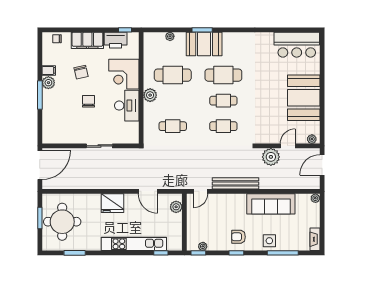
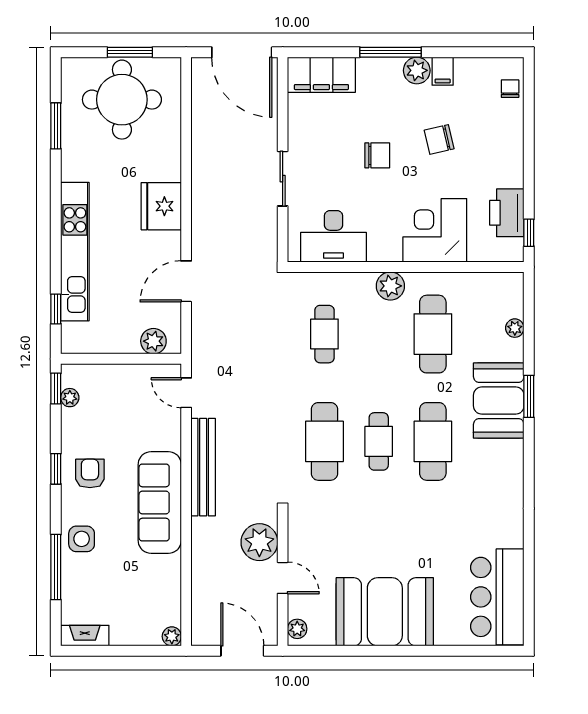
filing cabinet: (87, 40) -> (321, 75), moved, turned -90
desk: (127, 106) -> (333, 236), moved
cafe table: (223, 126) -> (324, 441), width x1.37, depth x1.35
sofa: (271, 204) -> (160, 502), moved

